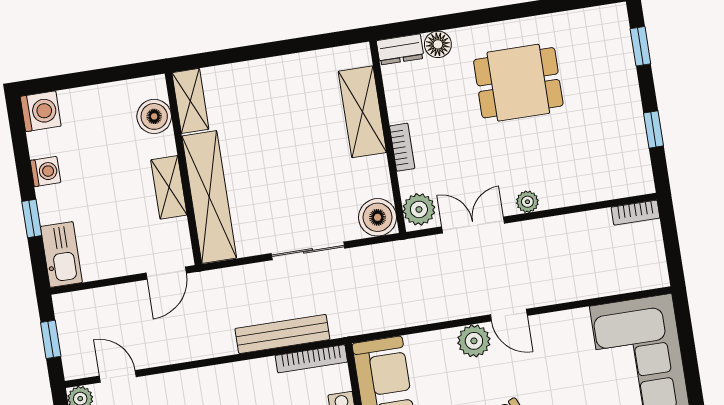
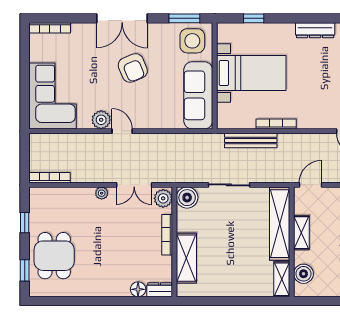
dining table: (518, 83) -> (54, 256), moved, turned 90
bookcase: (402, 147) -> (167, 235), width x1.56
bookcase: (635, 213) -> (49, 178), width x1.56
plant: (474, 341) -> (101, 120), moved
bookcase: (311, 359) -> (276, 124), moved

